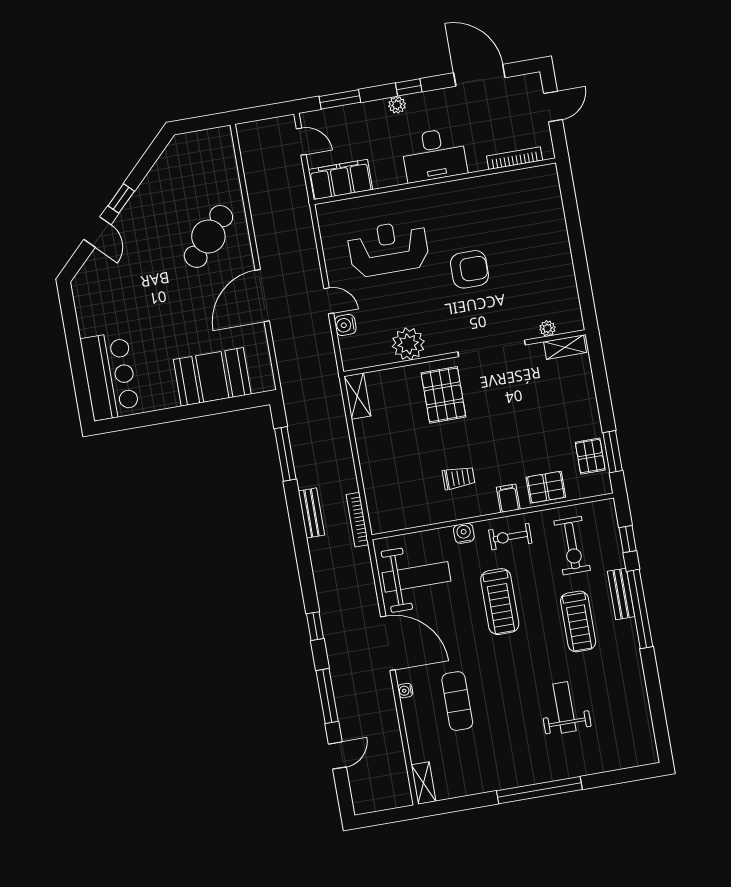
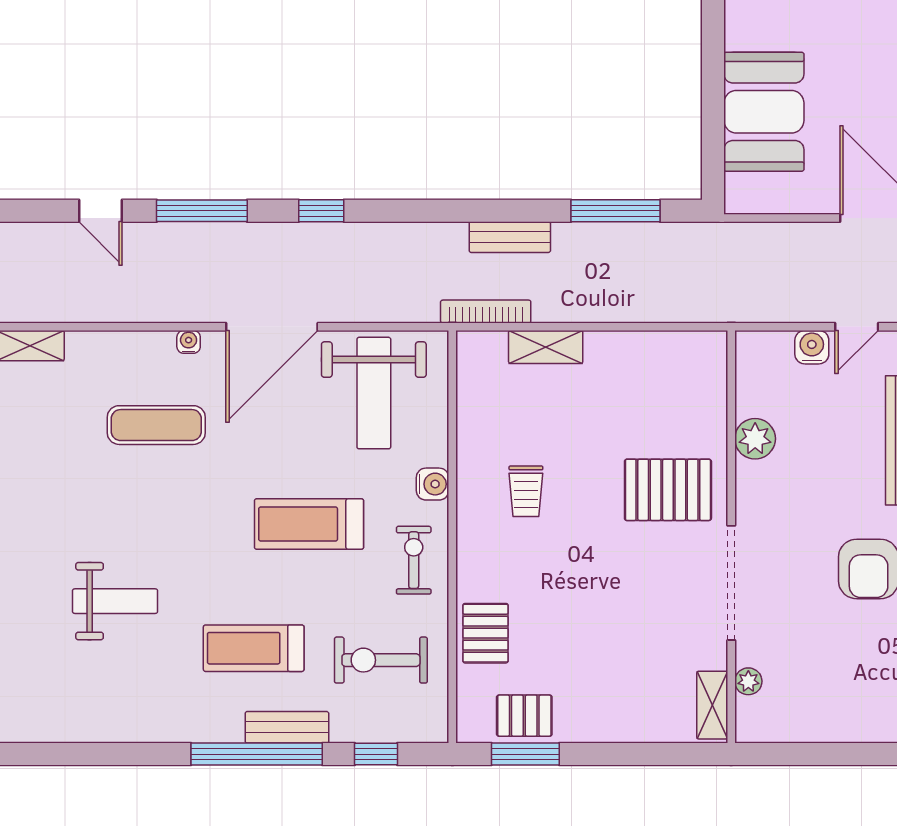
plant: (408, 344) -> (755, 439), width x0.73, depth x0.73
shelving: (357, 396) -> (546, 347), moved
filing cabinet: (508, 498) -> (478, 568), removed

